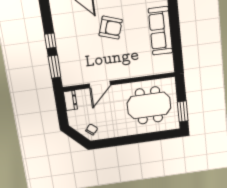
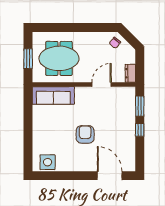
armchair: (111, 28) -> (85, 134), turned 72
sofa: (160, 31) -> (53, 95), moved, turned 90
window: (183, 111) -> (28, 59), moved

